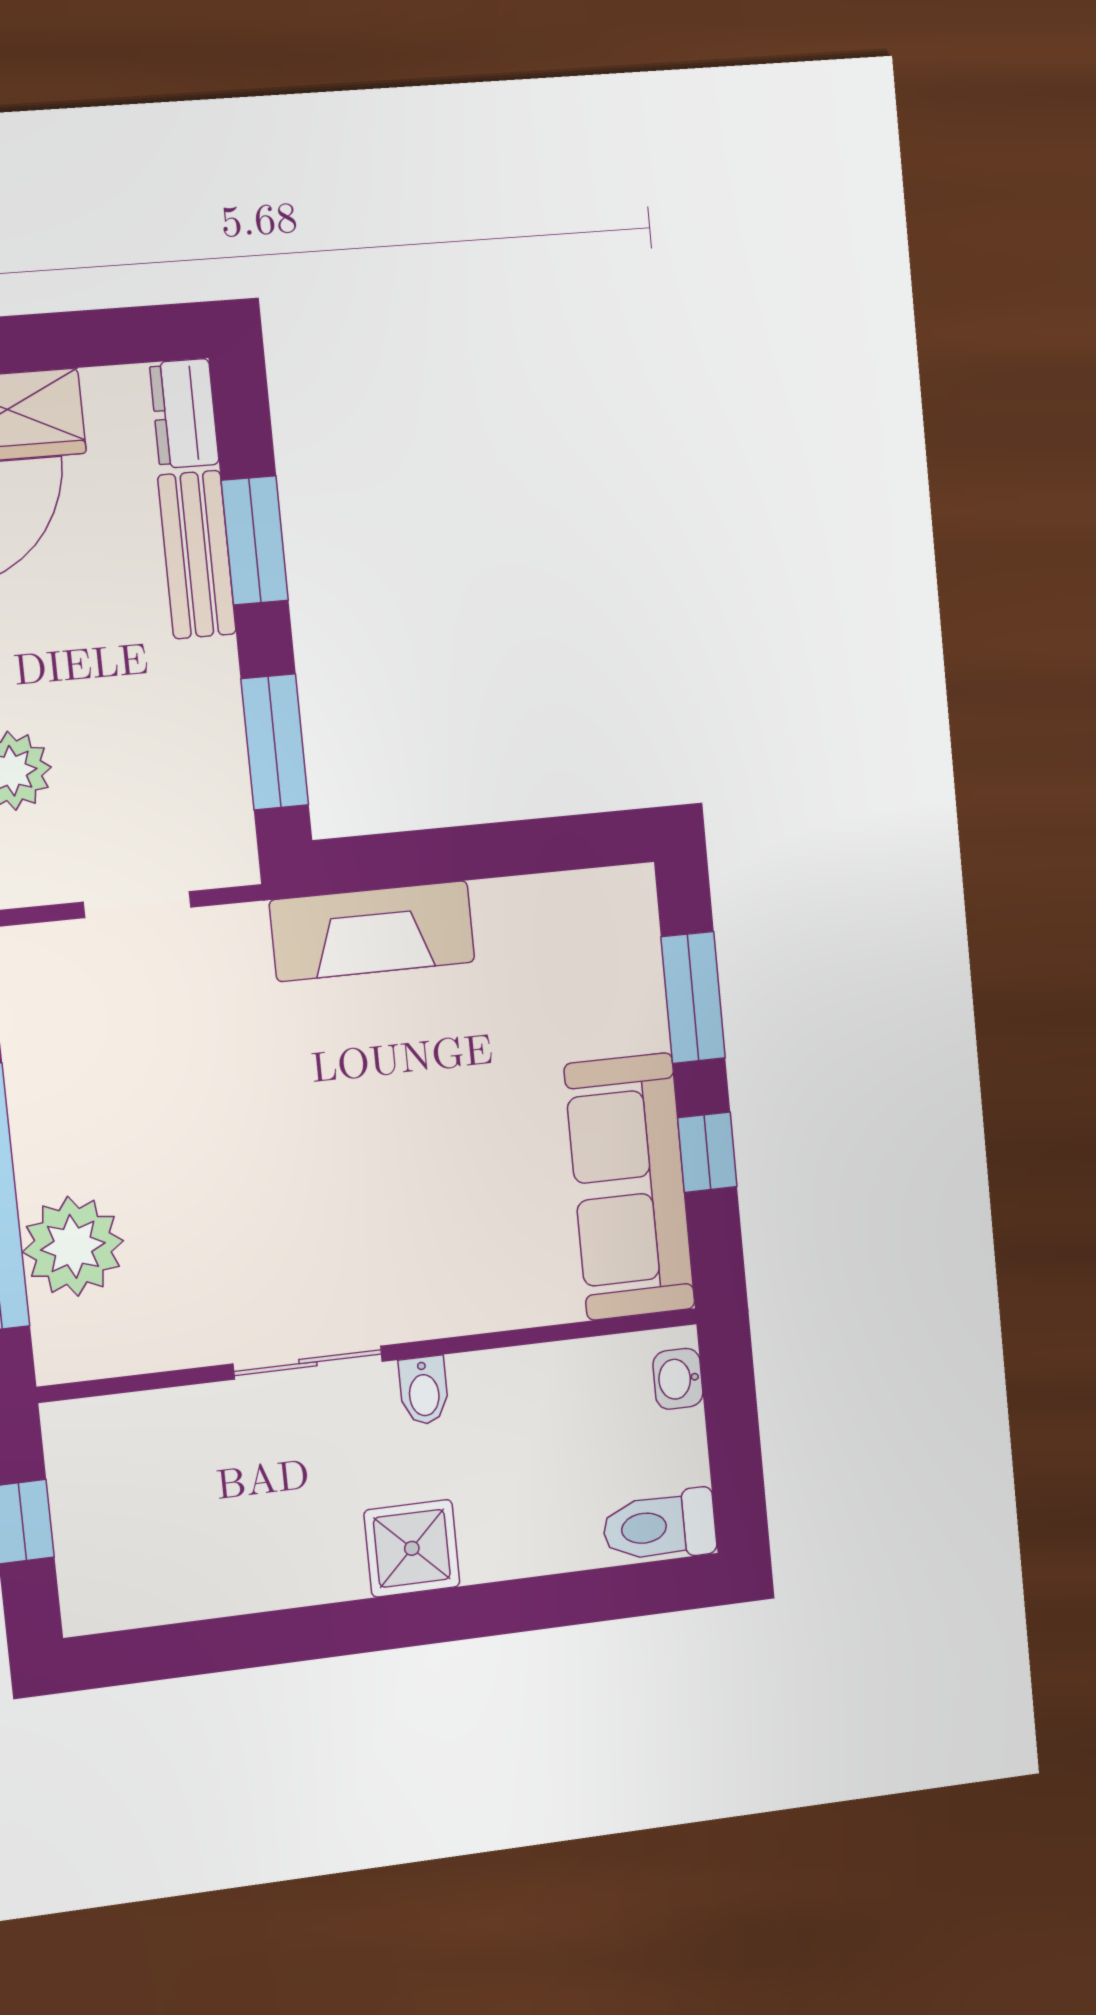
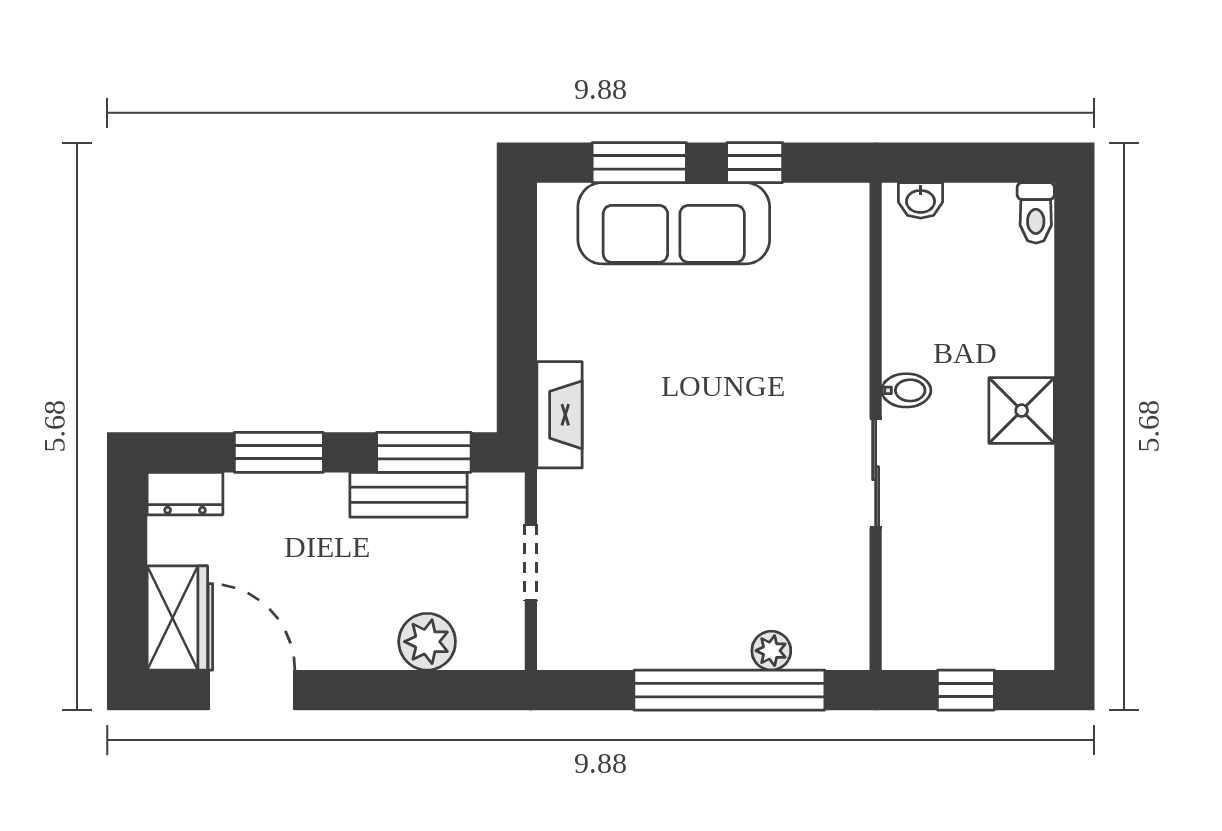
bench: (197, 555) -> (409, 495), moved
fireplace: (372, 931) -> (560, 415), width x0.73, depth x0.76
sofa: (630, 1187) -> (674, 223), moved
plant: (73, 1246) -> (771, 651), width x0.53, depth x0.53
toilet: (659, 1526) -> (1036, 213), width x0.73, depth x0.72

